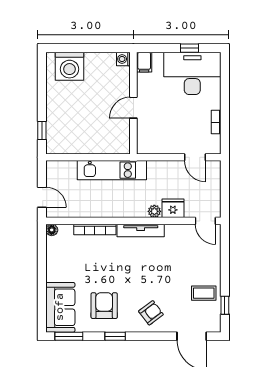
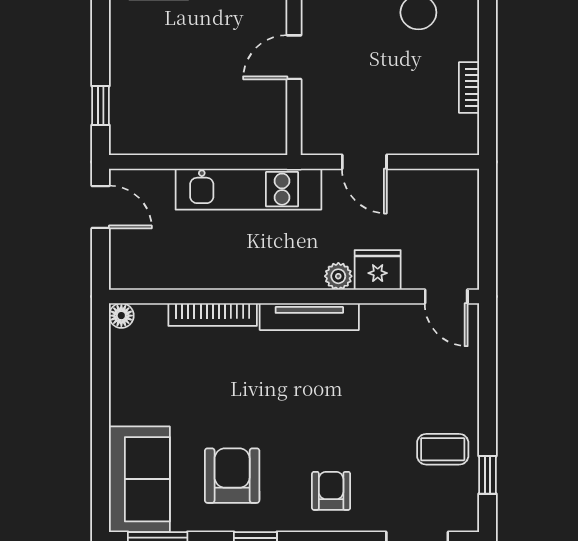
door: (195, 157) -> (364, 162), moved
door: (42, 197) -> (101, 207), moved
armchair: (151, 313) -> (331, 491), turned -53

